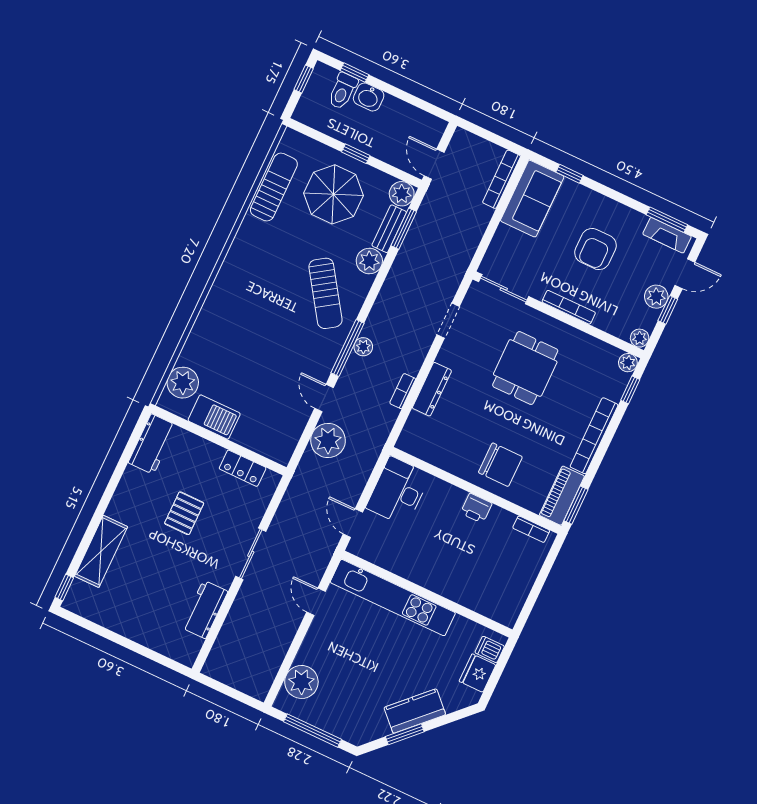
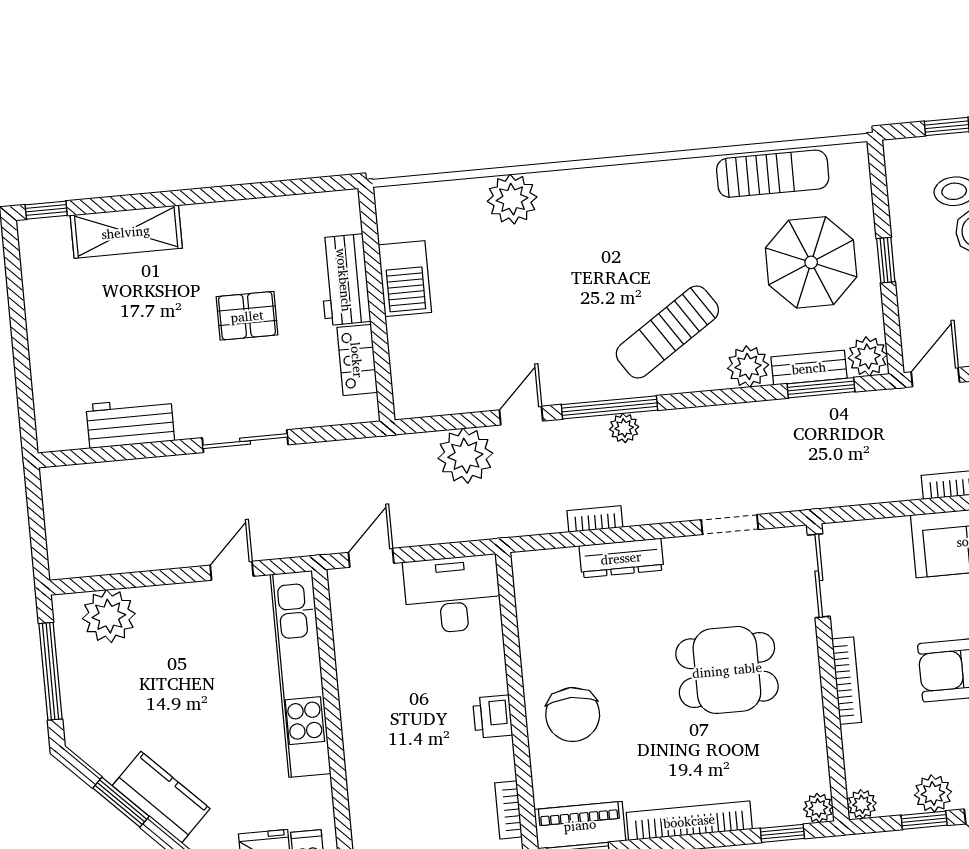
plant: (183, 383) -> (512, 199), moved
workbench: (152, 444) -> (344, 280), moved, turned 90

